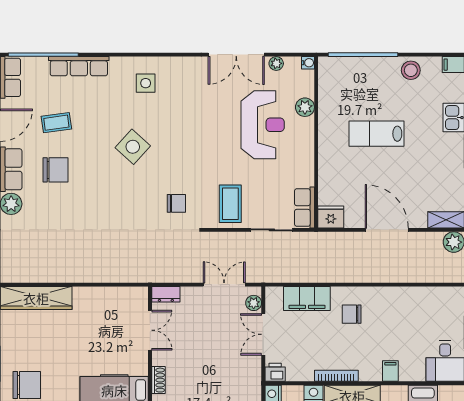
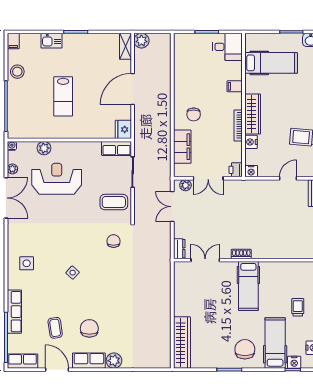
side table: (133, 147) -> (73, 273), width x0.54, depth x0.54

